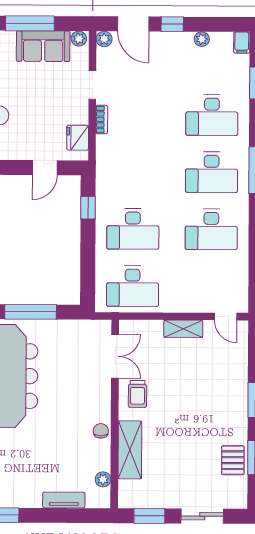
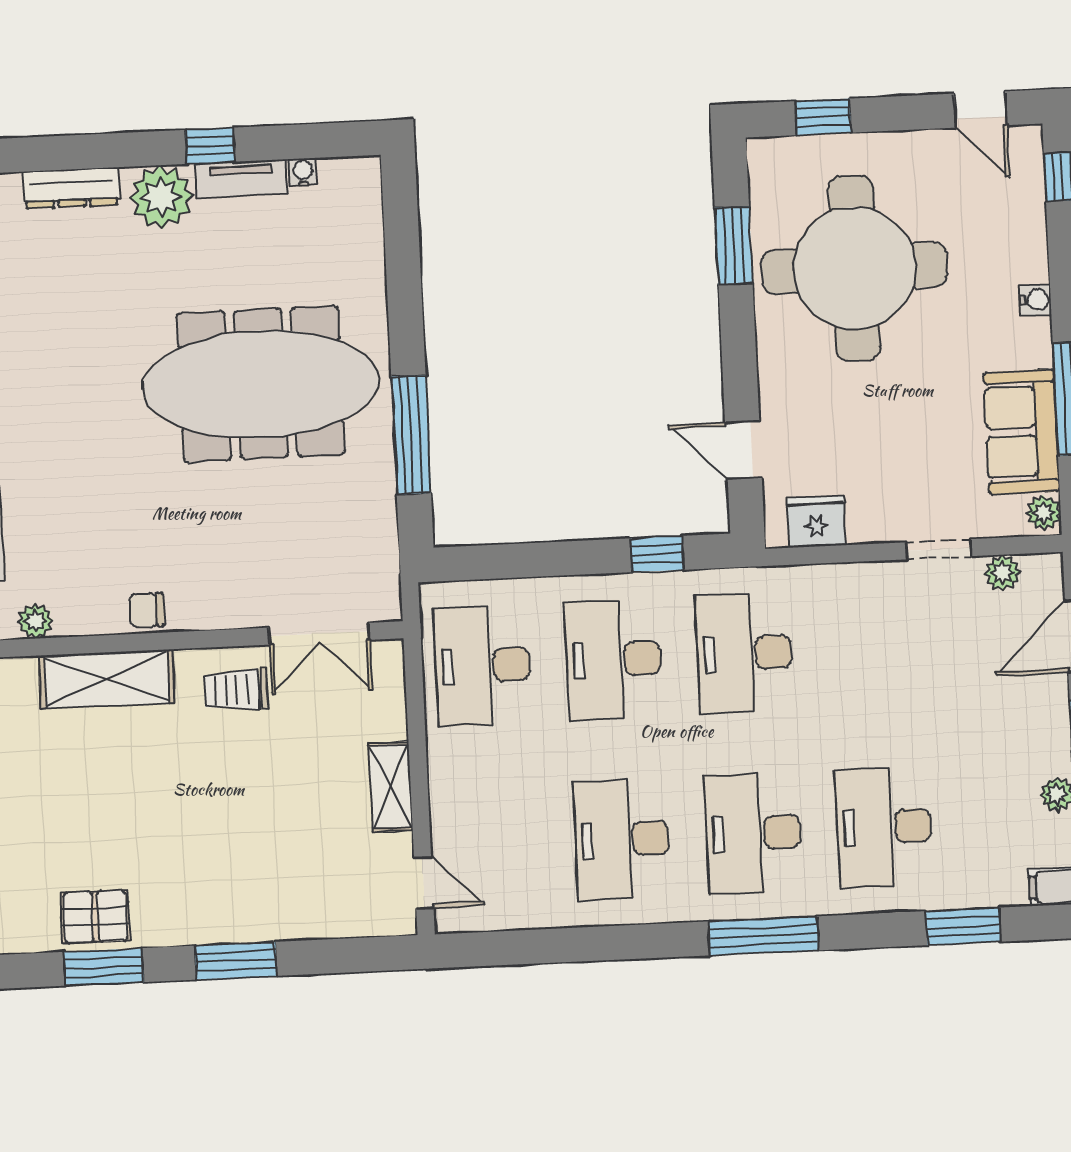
plant: (104, 39) -> (1002, 573), moved
bookcase: (102, 119) -> (861, 575), removed
desk: (133, 172) -> (744, 653), added
door: (226, 317) -> (424, 883), swing flipped
chair: (101, 431) -> (147, 610), turned 180

